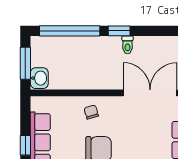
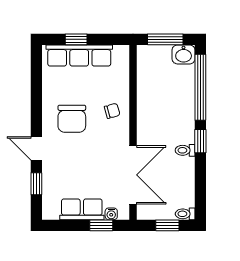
washbasin: (39, 78) -> (184, 54), moved

